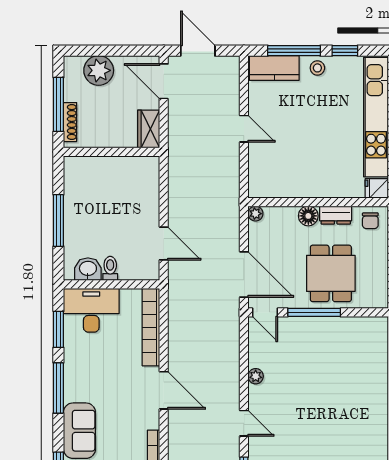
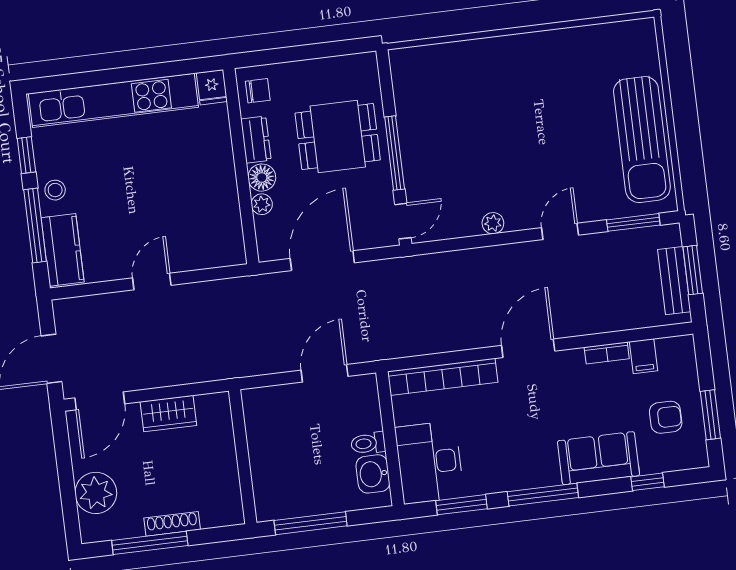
wall: (112, 152) -> (243, 457), moved
plant: (255, 214) -> (262, 204), moved
door: (244, 274) -> (322, 261), moved

